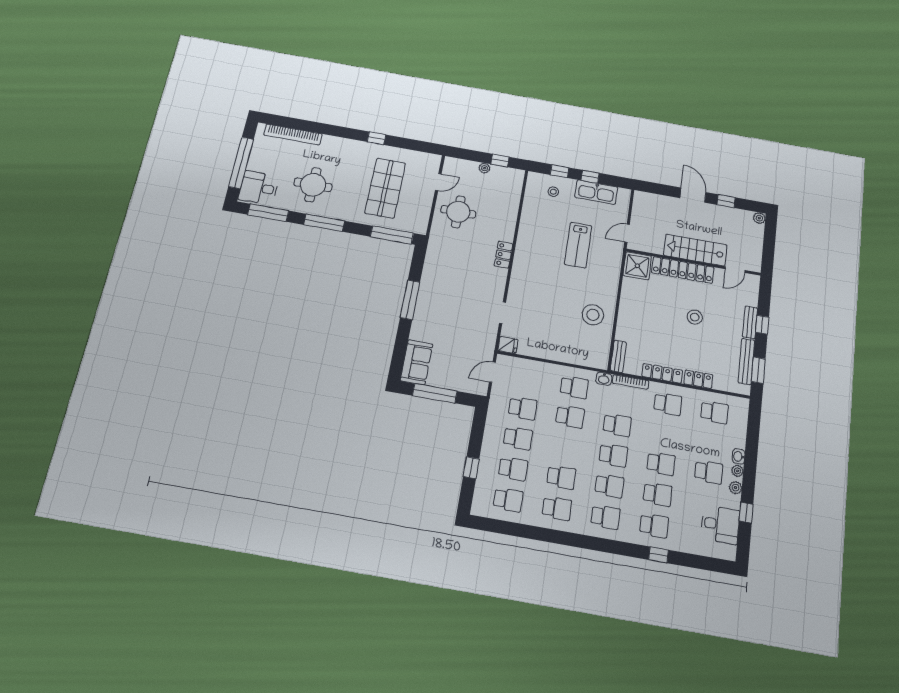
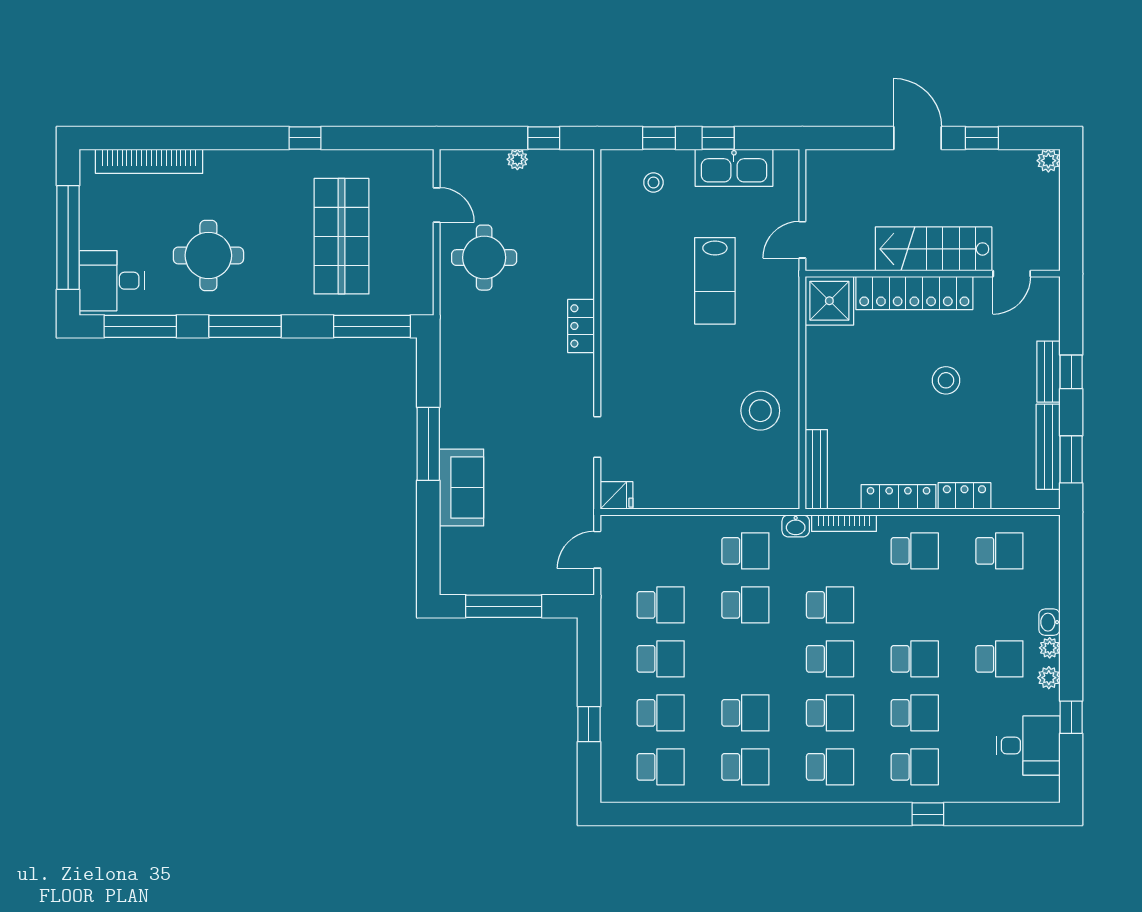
door: (438, 182) -> (437, 205), hinge flipped
bench: (618, 356) -> (816, 469), width x1.36
sofa: (416, 362) -> (462, 487), moved

